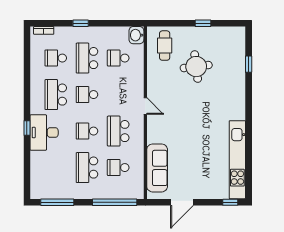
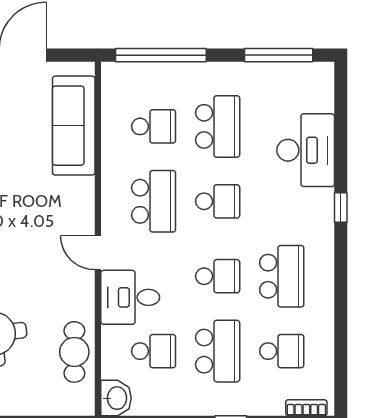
cafe table: (165, 46) -> (74, 352), moved
desk: (130, 84) -> (130, 297), added
desk: (44, 133) -> (306, 150), moved

